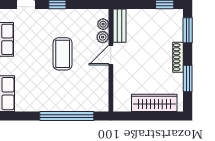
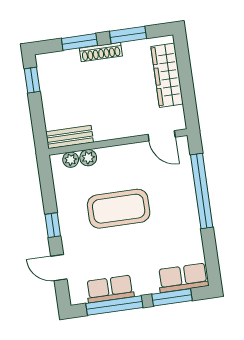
window: (188, 30) -> (79, 42), moved
coffee table: (63, 54) -> (119, 209), width x1.36, depth x1.32
door: (111, 55) -> (162, 136), moved

